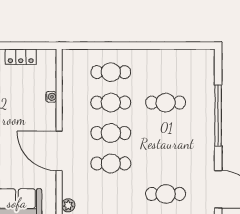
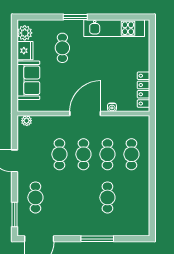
locker: (21, 57) -> (144, 90), width x1.53
window: (218, 116) -> (97, 239), width x0.68
door: (59, 151) -> (85, 114), moved

